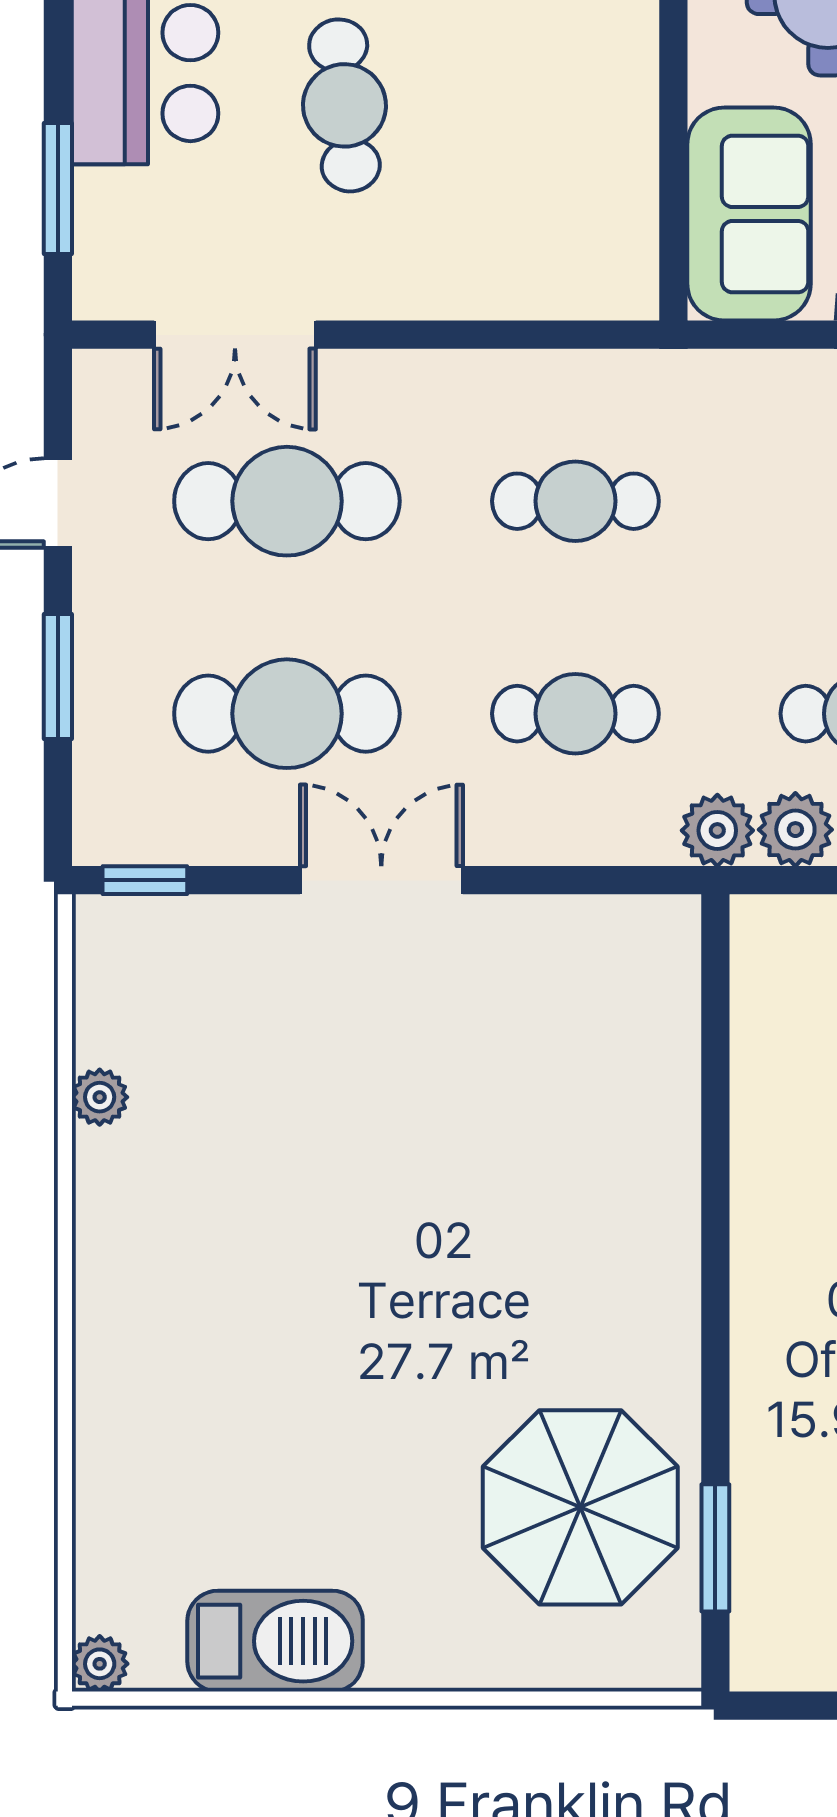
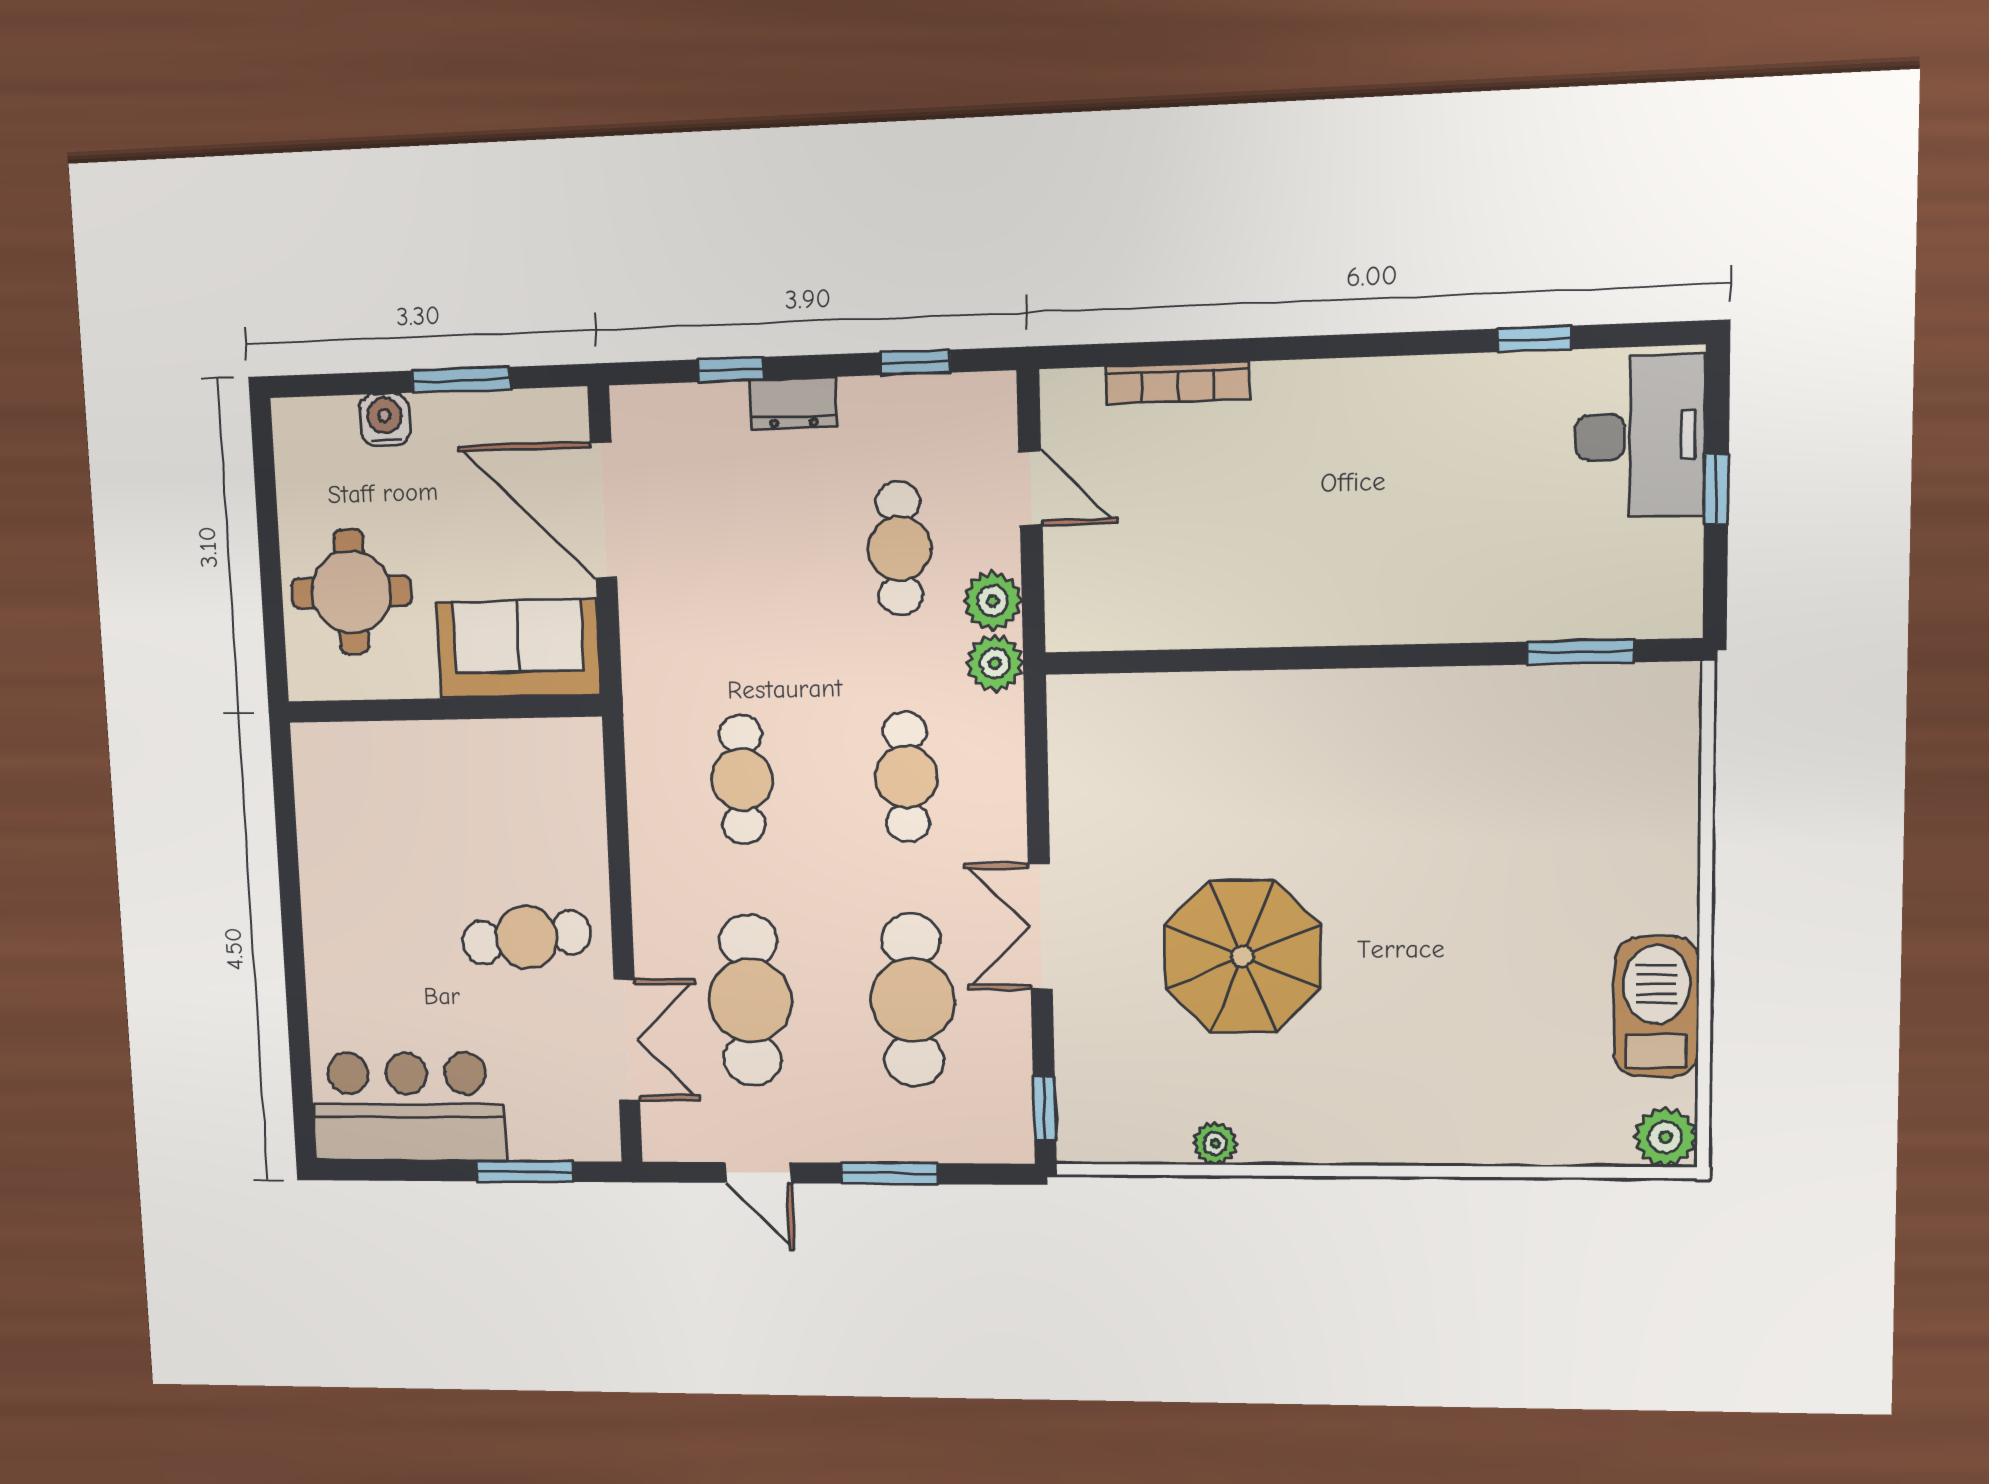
cafe table: (344, 105) -> (527, 937), moved
parasol: (580, 1507) -> (1243, 956), moved
plant: (100, 1664) -> (1665, 1137), width x1.38, depth x1.38

